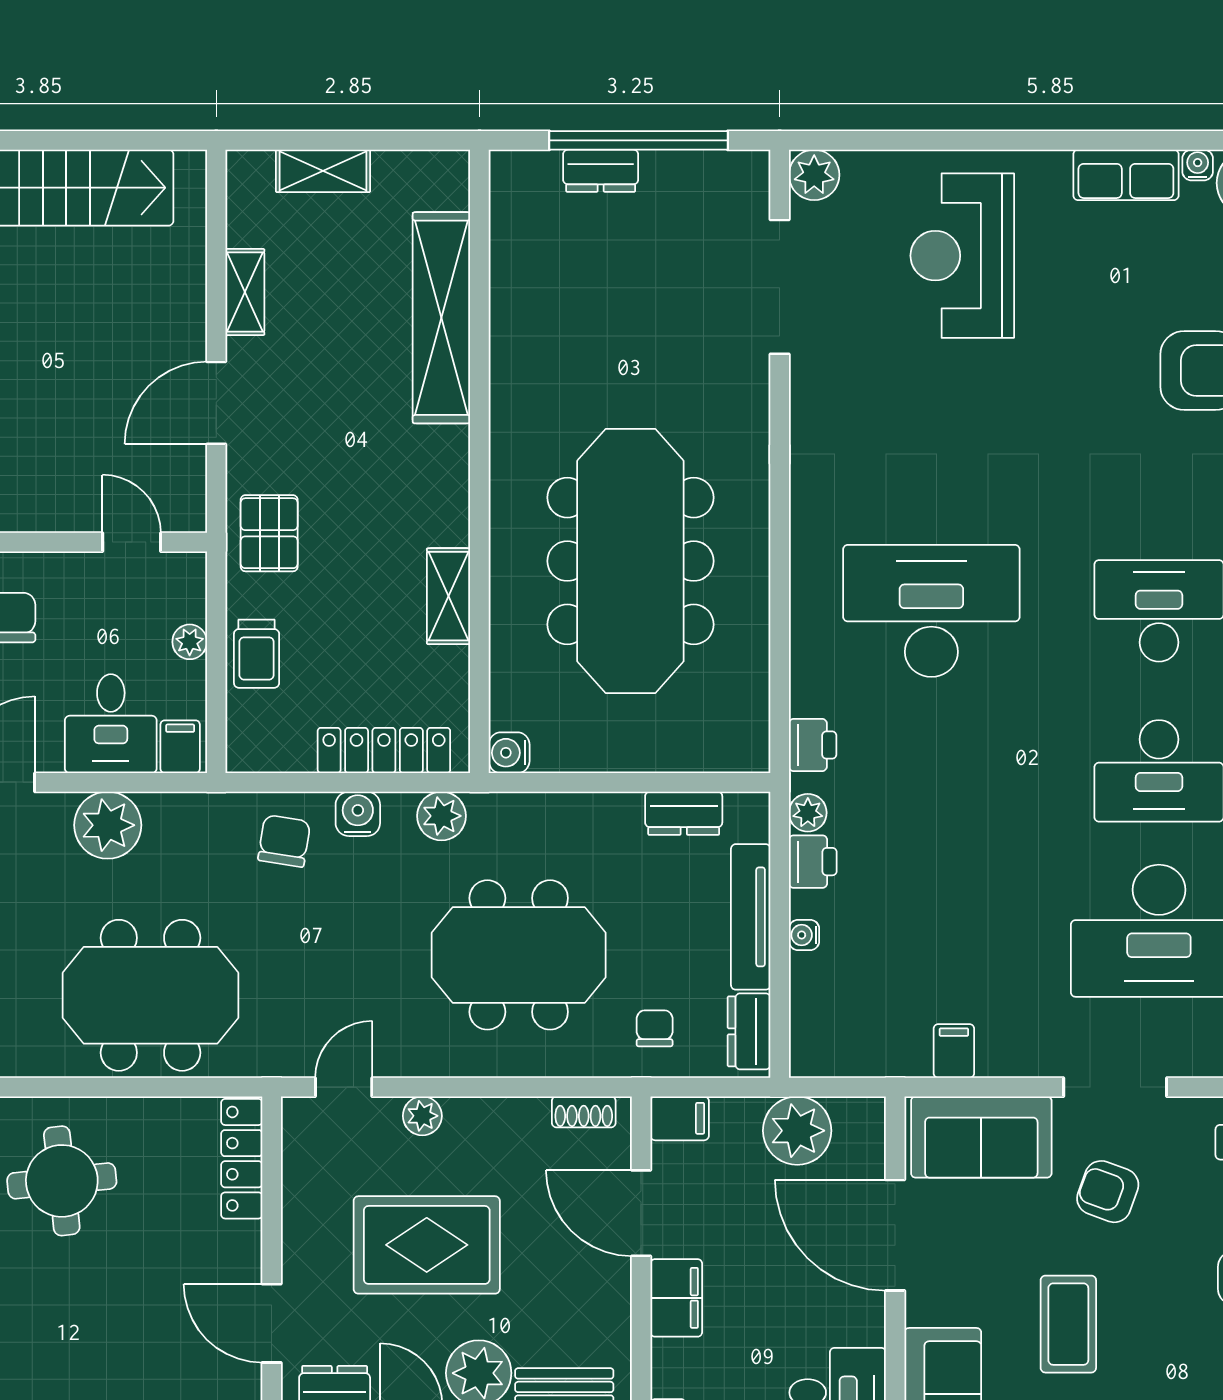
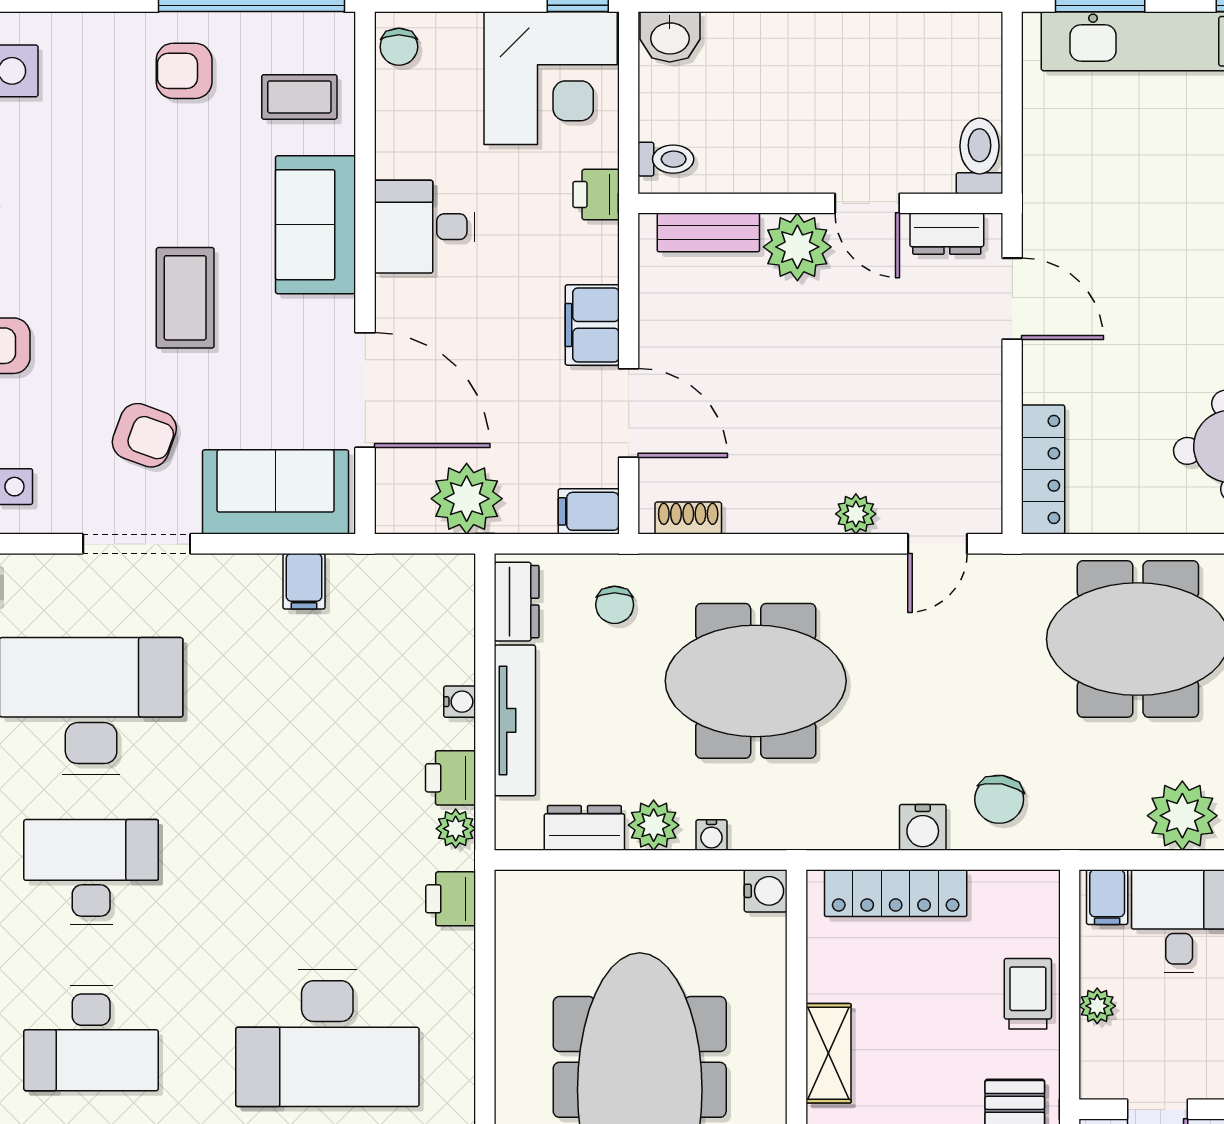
water cooler: (561, 806) -> (711, 835), added
plant: (441, 816) -> (654, 825), moved
rug: (427, 1245) -> (851, 380), removed

